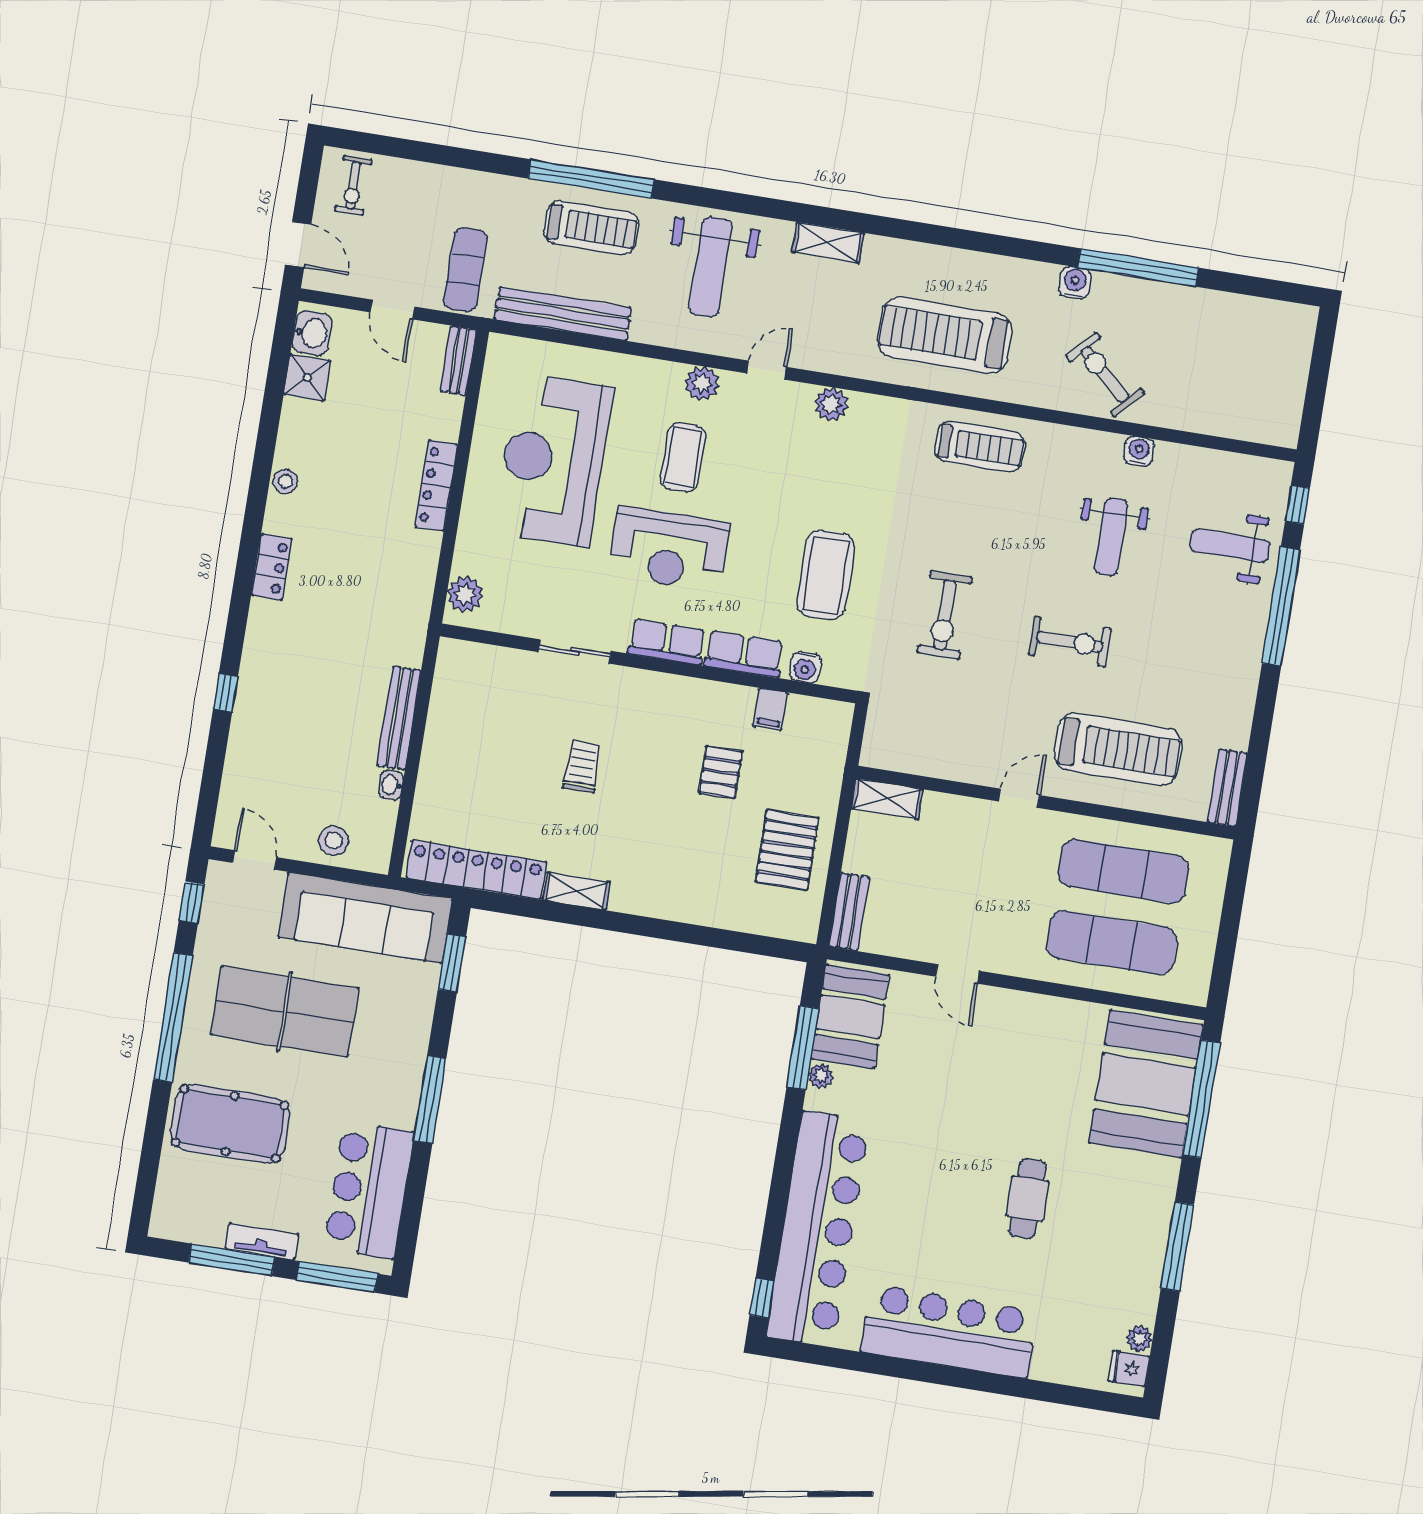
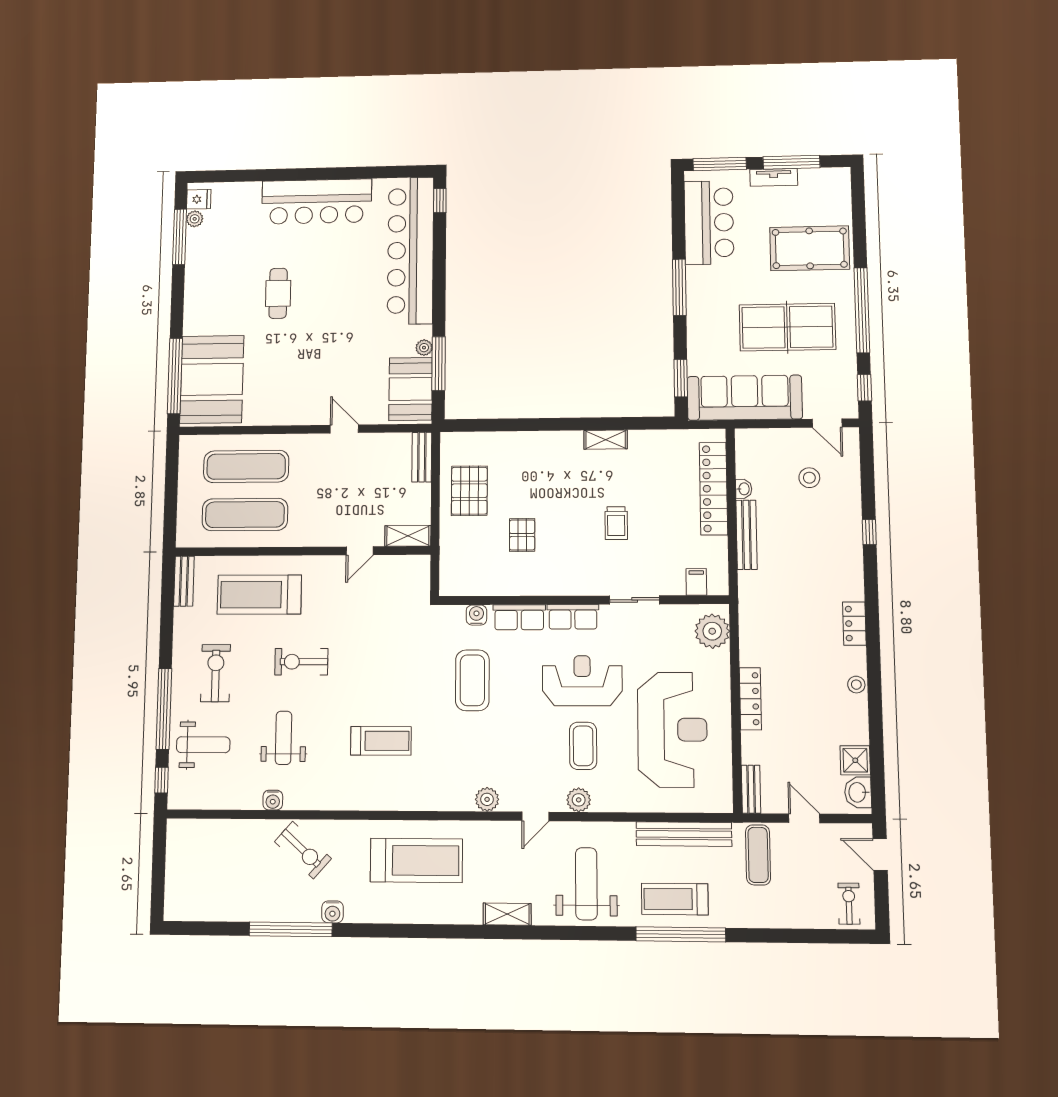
treadmill: (980, 447) -> (381, 741), moved, turned 180
plant: (465, 594) -> (712, 631), width x1.36, depth x1.36
exercise bike: (945, 615) -> (216, 673), moved
filing cabinet: (770, 709) -> (696, 582), moved
door: (1019, 798) -> (360, 551), moved
stool: (334, 841) -> (809, 478), moved
locker: (476, 870) -> (713, 489), moved, turned 90
window: (1177, 1247) -> (180, 237), moved

